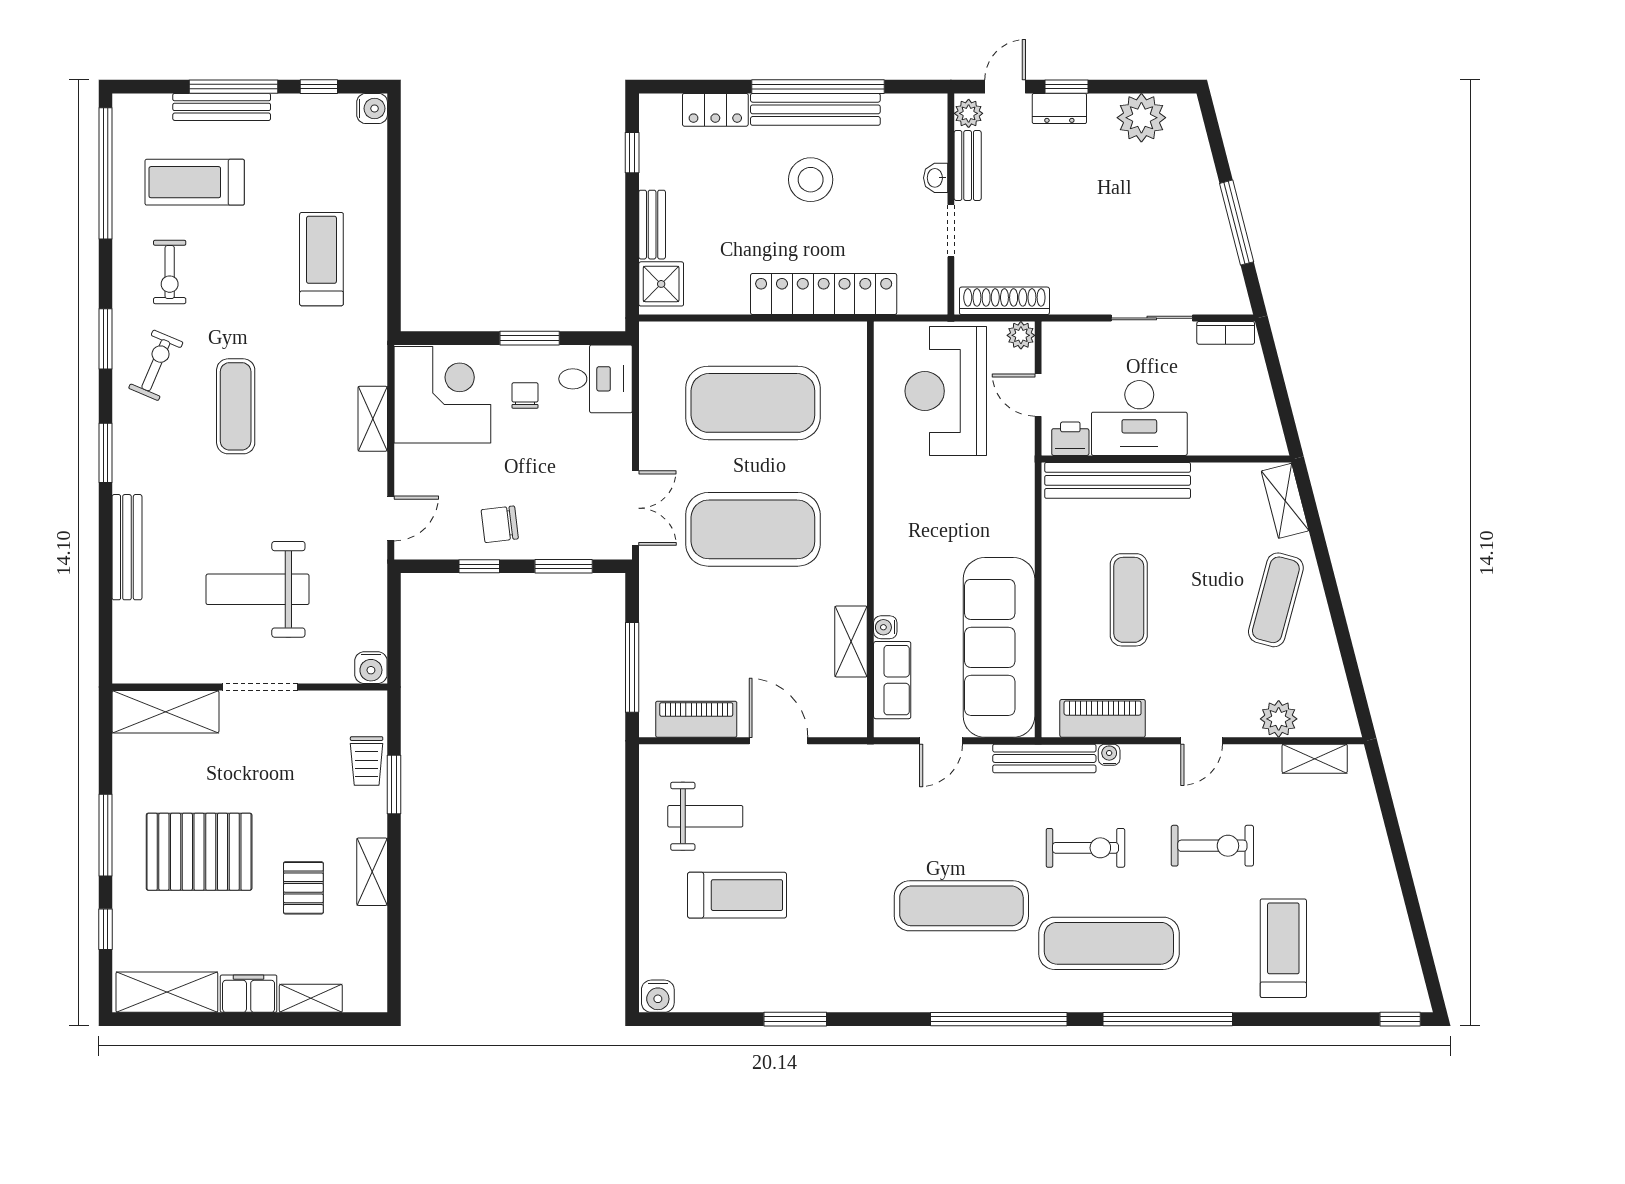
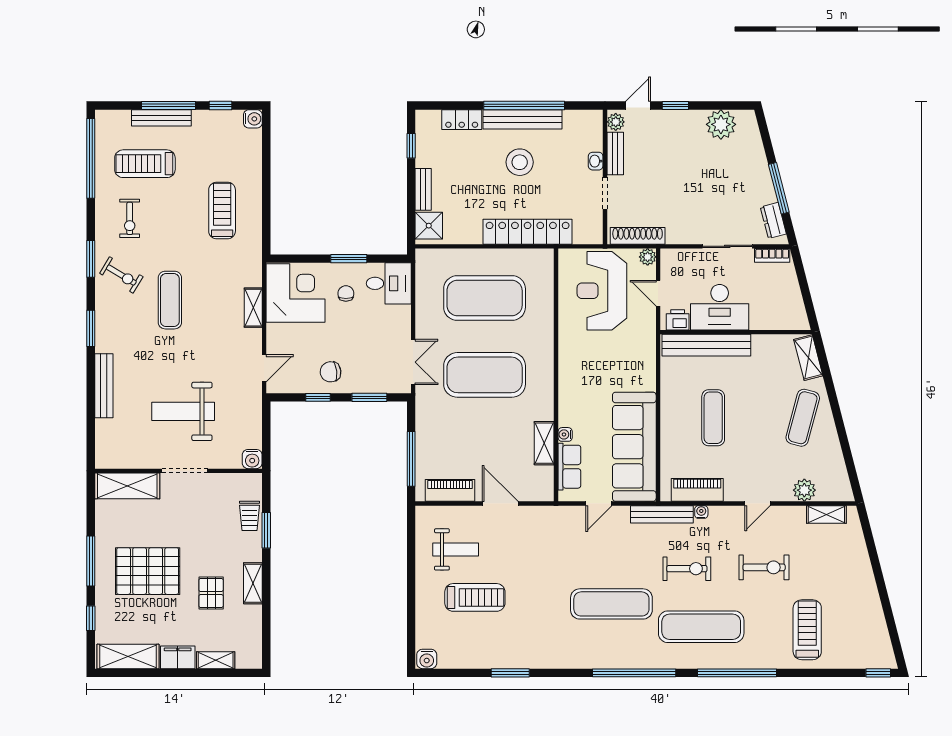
dresser: (1059, 108) -> (773, 221), moved, turned 76
exercise bike: (156, 365) -> (121, 275), turned 98

